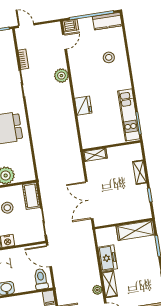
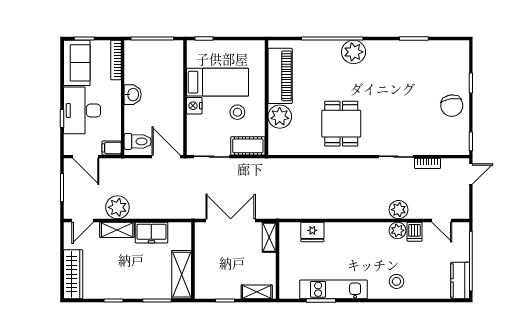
dishwasher: (71, 25) -> (415, 232), moved
stool: (109, 57) -> (396, 281), moved
plant: (77, 74) -> (397, 230), added
fridge: (83, 106) -> (312, 232), moved
wall: (111, 146) -> (278, 260), moved
shelving: (95, 155) -> (269, 237), moved
door: (49, 256) -> (166, 157), hinge flipped
plant: (97, 290) -> (117, 207), width x1.87, depth x1.87

